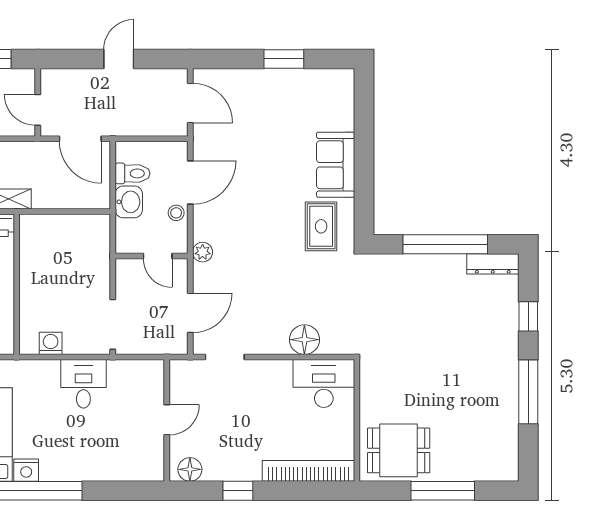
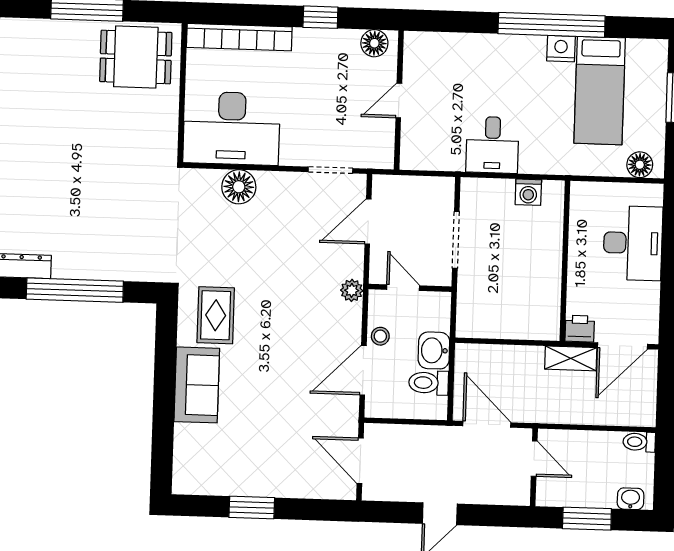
doorway: (113, 324) -> (456, 240), moved
desk: (324, 383) -> (232, 128), width x1.36, depth x1.30

